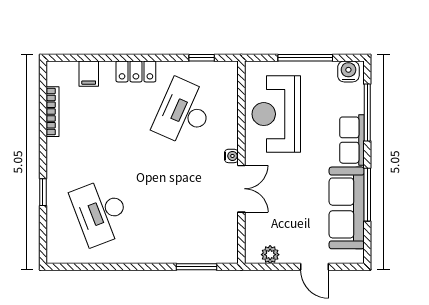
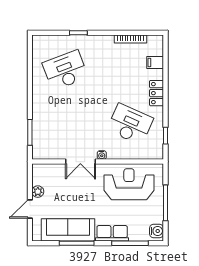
plant: (270, 255) -> (38, 192), moved

